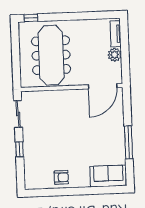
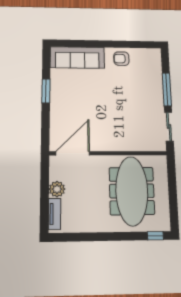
window: (129, 142) -> (46, 91), width x0.69
window: (19, 149) -> (167, 89), width x2.17
sofa: (108, 176) -> (77, 57), width x1.36

